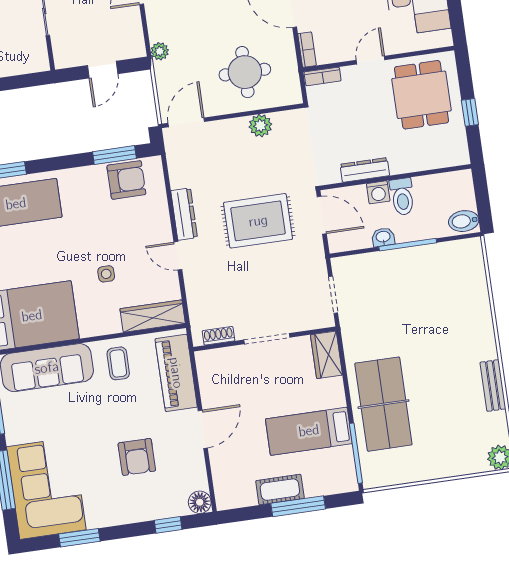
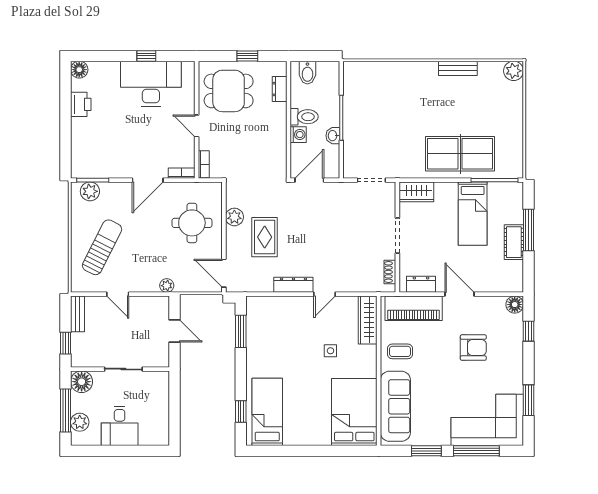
dresser: (365, 170) -> (280, 89), moved, width x0.70
armchair: (126, 180) -> (261, 325), removed
rug: (258, 221) -> (265, 237), moved, width x0.73, depth x0.70
bidet: (464, 221) -> (307, 73), moved
dresser: (208, 378) -> (421, 284), added

